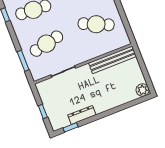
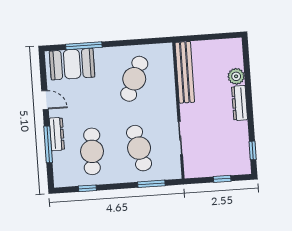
plant: (143, 90) -> (236, 76), moved
dresser: (82, 115) -> (240, 103), moved

